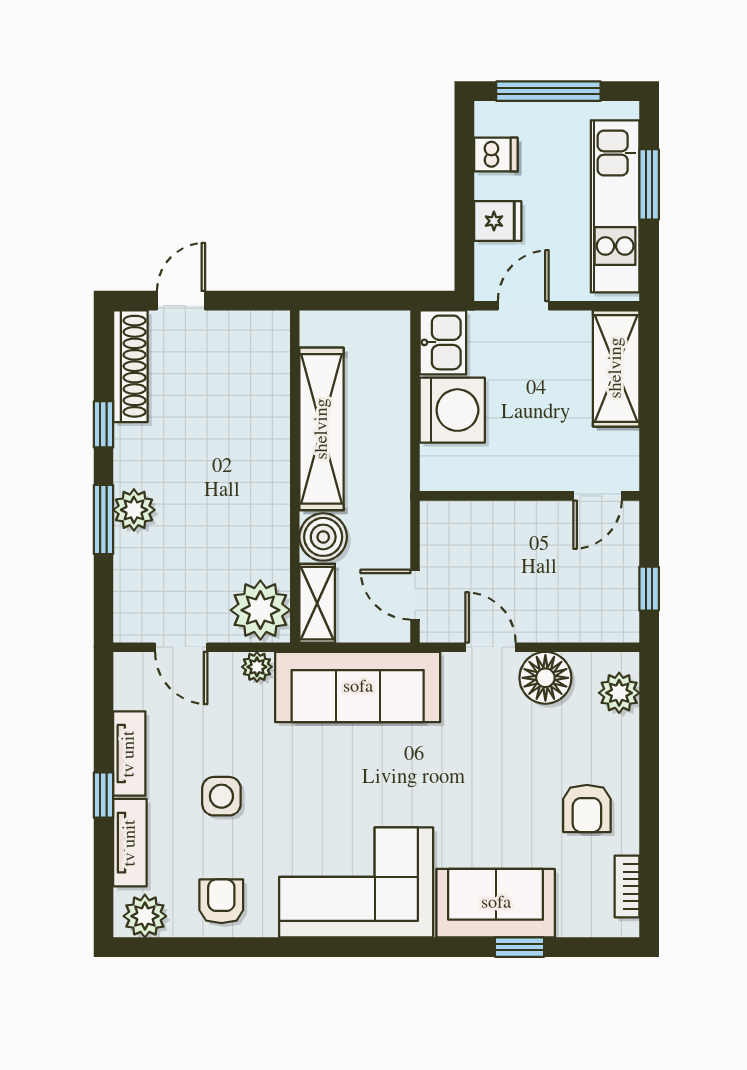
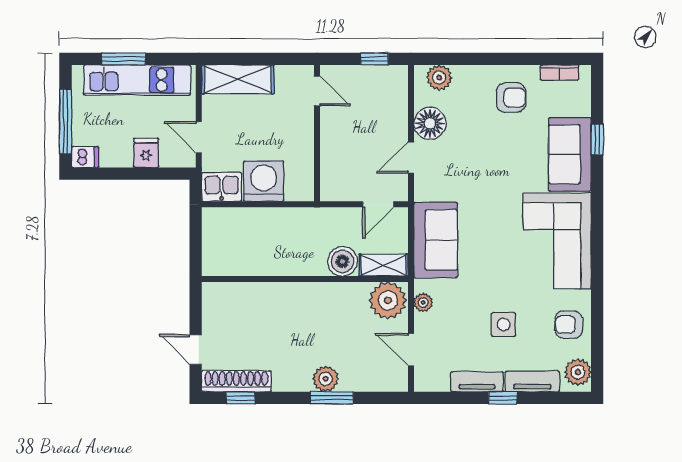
dishwasher: (496, 155) -> (85, 157), moved, turned 90
window: (103, 424) -> (240, 398), moved
shelving: (322, 429) -> (275, 262), removed
door: (181, 647) -> (411, 350), swing flipped
sofa: (358, 687) -> (436, 240), width x0.73

